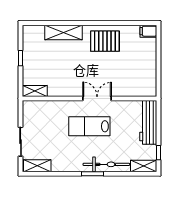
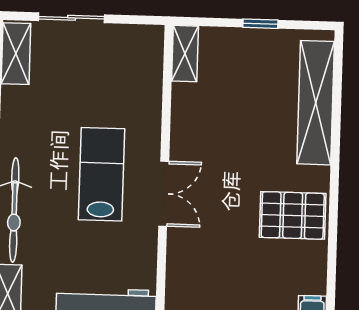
shelving: (63, 32) -> (316, 103), width x1.47
pallet: (105, 41) -> (293, 215), turned 90

